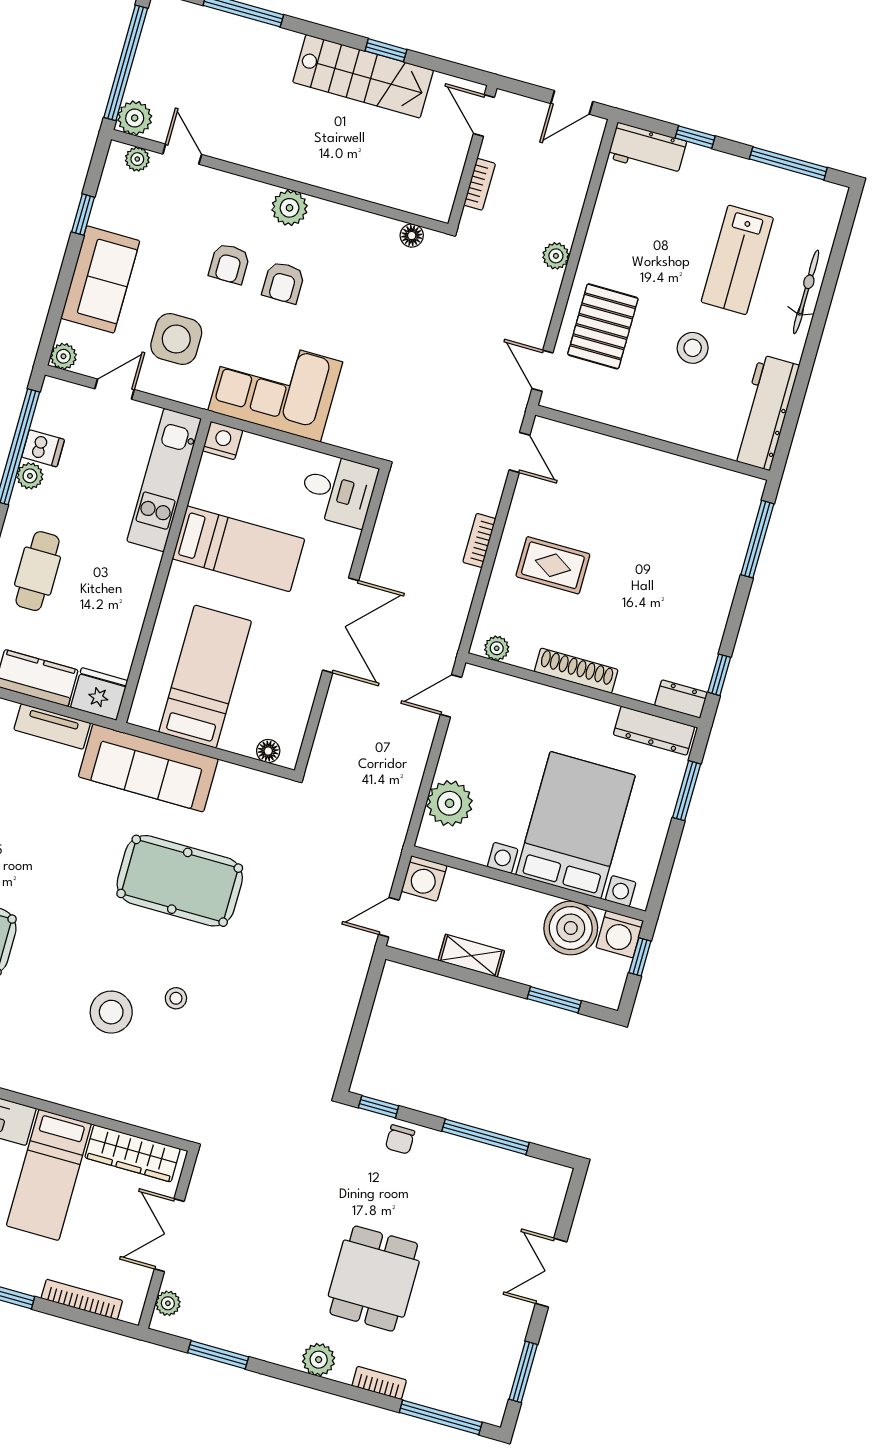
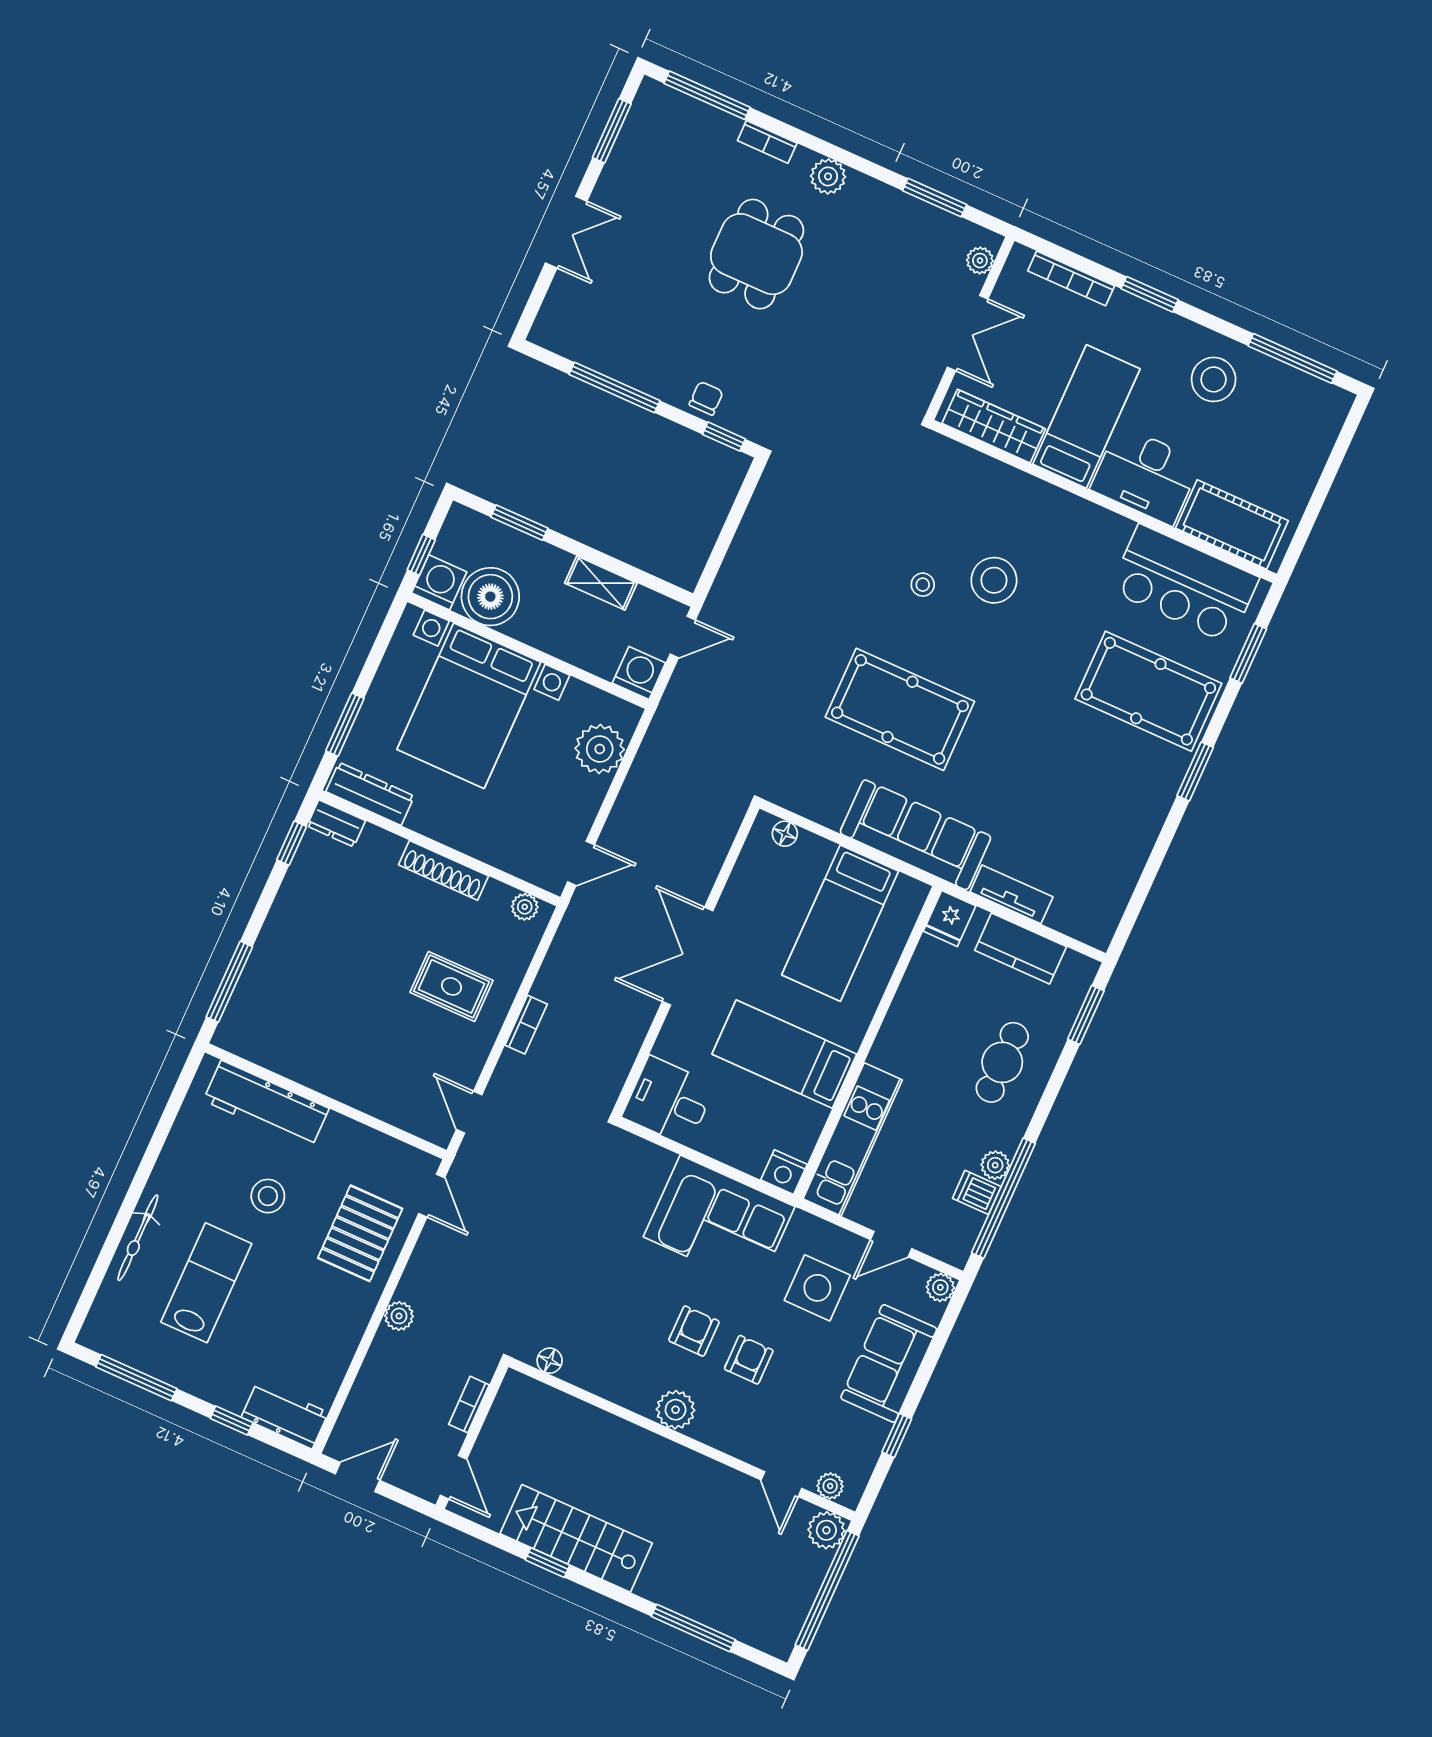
workbench: (765, 412) -> (266, 1104), moved, turned 90
fridge: (99, 694) -> (949, 919), width x0.72

